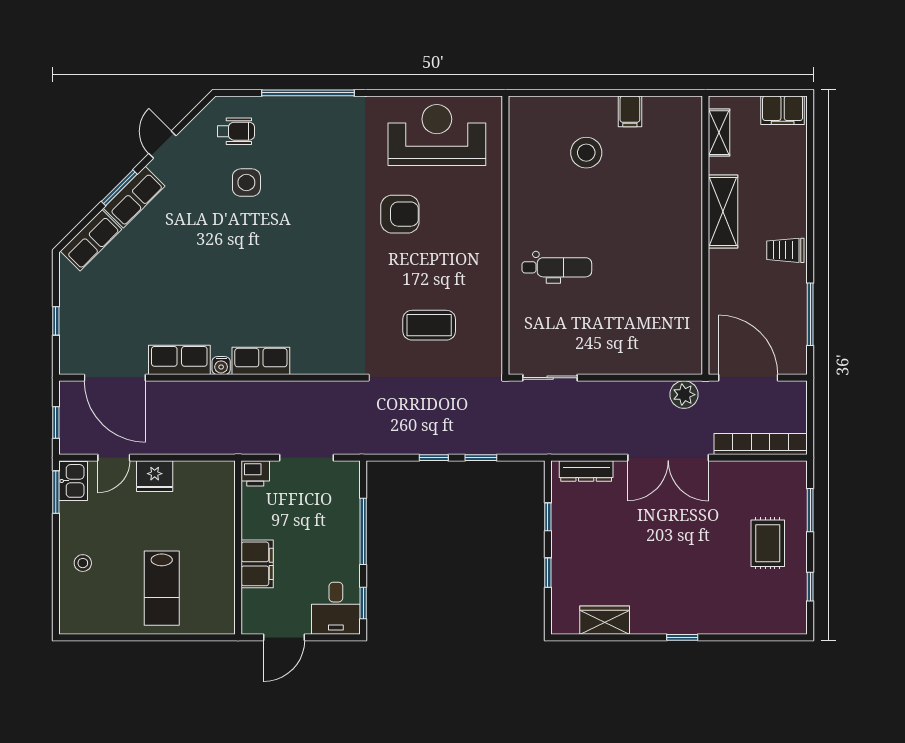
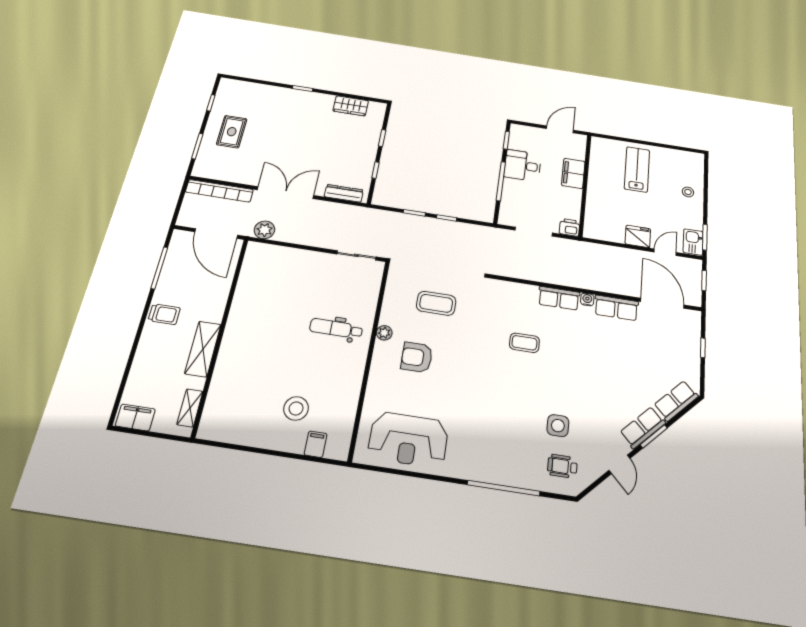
filing cabinet: (630, 111) -> (316, 444), moved
armchair: (400, 214) -> (417, 357), moved
plant: (492, 272) -> (384, 333), added
coffee table: (302, 288) -> (524, 343), added
desk: (336, 608) -> (523, 166), moved, turned -90

